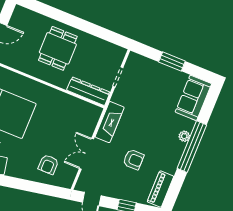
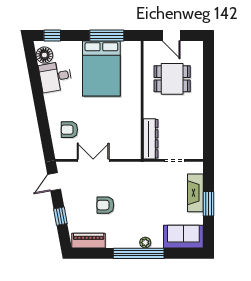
dining table: (58, 48) -> (172, 79), moved
fireplace: (110, 122) -> (195, 193), moved, turned 90
armchair: (133, 160) -> (105, 205), turned 90

